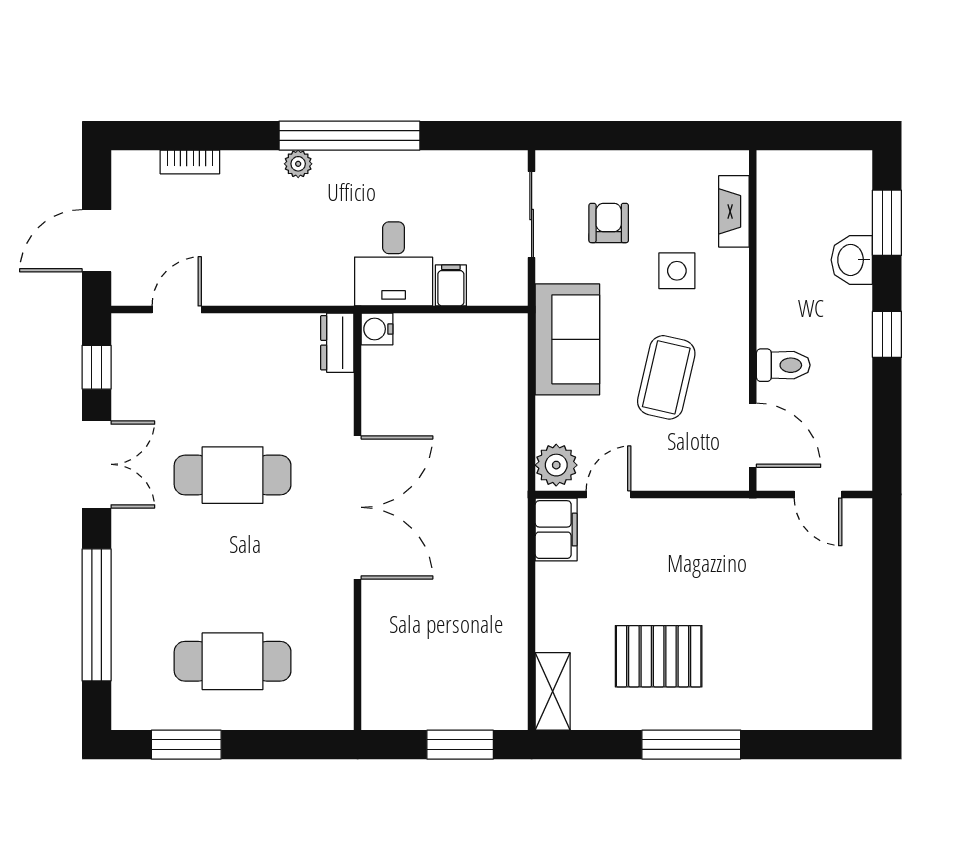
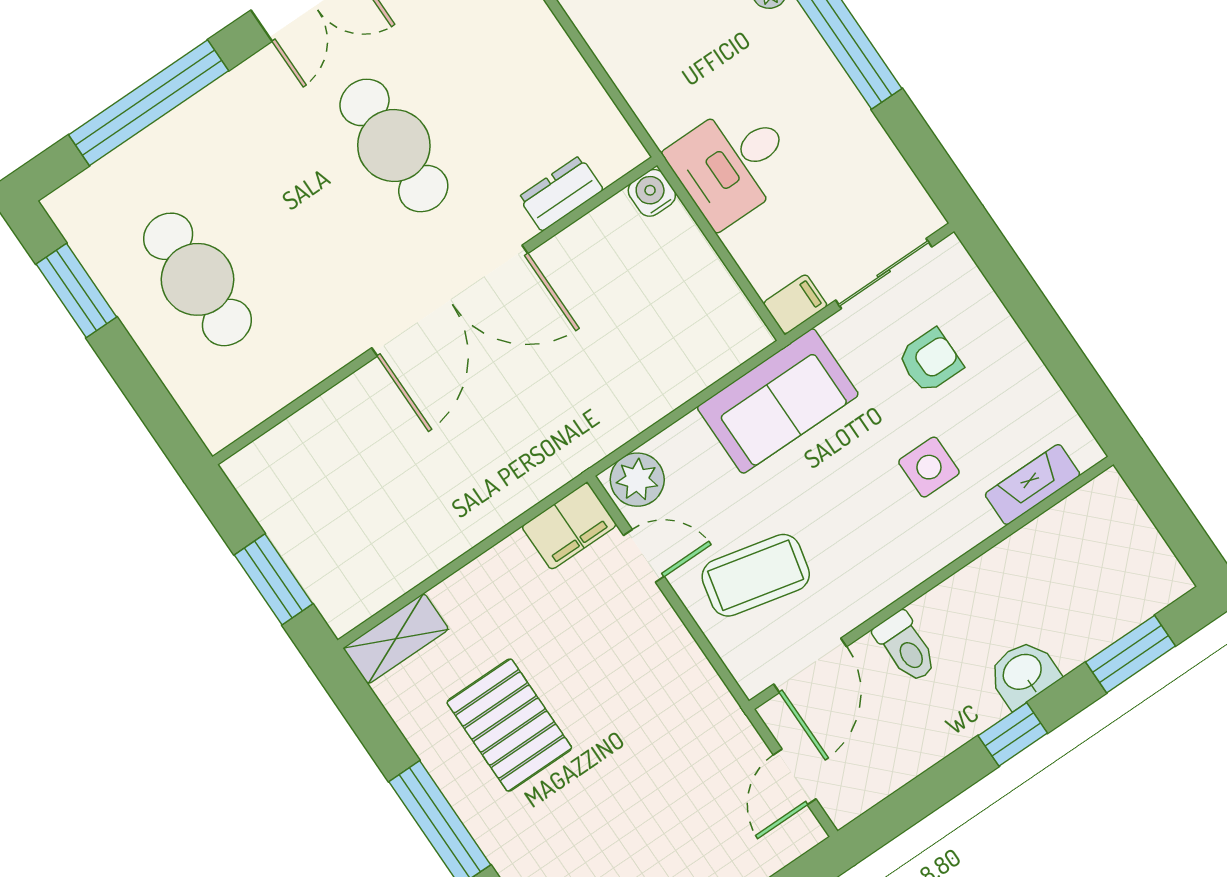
washbasin: (852, 260) -> (1023, 673), moved
filing cabinet: (451, 285) -> (795, 304), moved
dresser: (337, 343) -> (561, 194), moved
coffee table: (666, 377) -> (756, 575), moved

